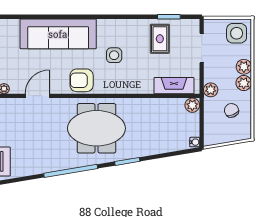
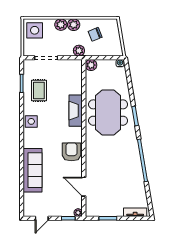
sofa: (58, 34) -> (33, 170), width x0.74, depth x0.79
rug: (160, 39) -> (39, 90), turned 90
side table: (114, 55) -> (31, 121), moved
armchair: (82, 80) -> (72, 152), turned 180
fireplace: (174, 86) -> (76, 111), moved
meeting table: (96, 128) -> (108, 113), moved

